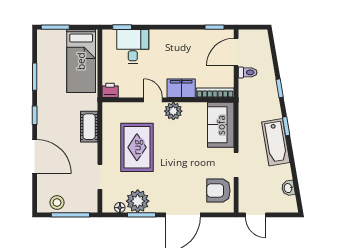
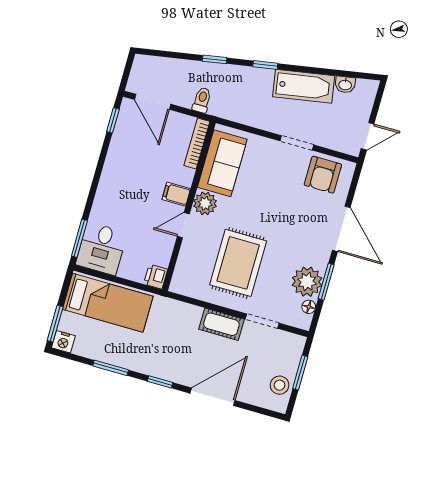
window: (122, 27) -> (79, 238), width x1.50
nightstand: (44, 37) -> (63, 342), added
desk: (133, 47) -> (101, 249), moved, turned -90
toilet: (248, 72) -> (202, 100), moved
filing cabinet: (181, 88) -> (176, 194), width x0.50
sofa: (221, 125) -> (222, 163), moved, turned -90
cot: (89, 127) -> (221, 324), moved
bathtub: (276, 142) -> (304, 86), moved
rug: (137, 147) -> (238, 263), turned 90
window: (70, 215) -> (300, 373), width x0.69

